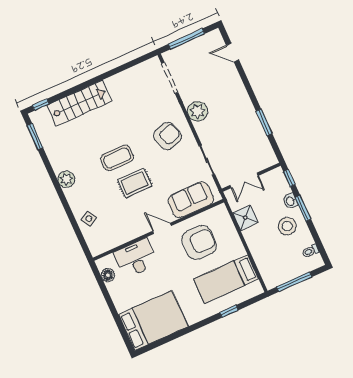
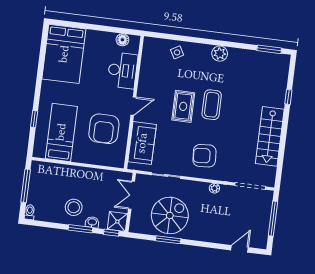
stairs: (79, 103) -> (270, 136), moved
window: (41, 105) -> (288, 97), moved
plant: (198, 111) -> (214, 188), width x0.53, depth x0.53
spiral stairs: (241, 134) -> (170, 215), added
armchair: (168, 136) -> (204, 156), turned 104
shower: (245, 218) -> (117, 222), moved
toilet: (310, 251) -> (30, 212), moved

